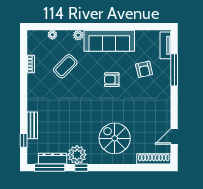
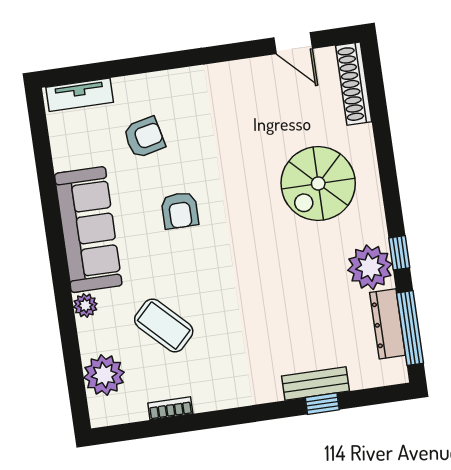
plant: (52, 35) -> (104, 375), width x1.87, depth x1.87
window: (174, 70) -> (135, 66), removed
window: (24, 140) -> (322, 404), moved

